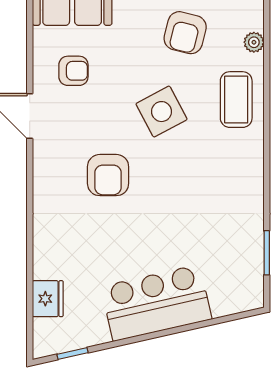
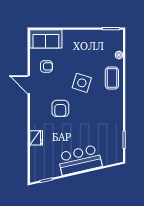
armchair: (185, 33) -> (91, 51), removed
side table: (162, 112) -> (82, 83), turned 45
fridge: (48, 299) -> (36, 138), moved

